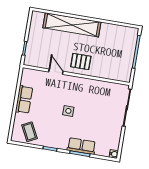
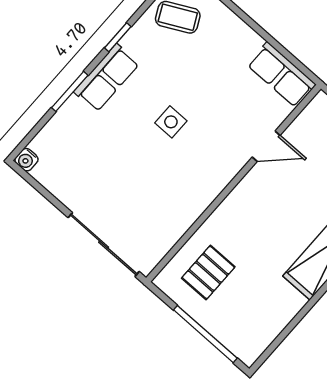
pallet: (81, 61) -> (208, 272), moved
row of seats: (24, 99) -> (282, 75), moved
row of seats: (81, 146) -> (107, 78), moved

